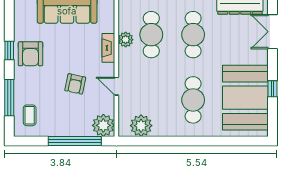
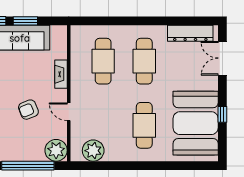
plant: (126, 40) -> (78, 66), removed
armchair: (75, 84) -> (28, 110), turned 56

